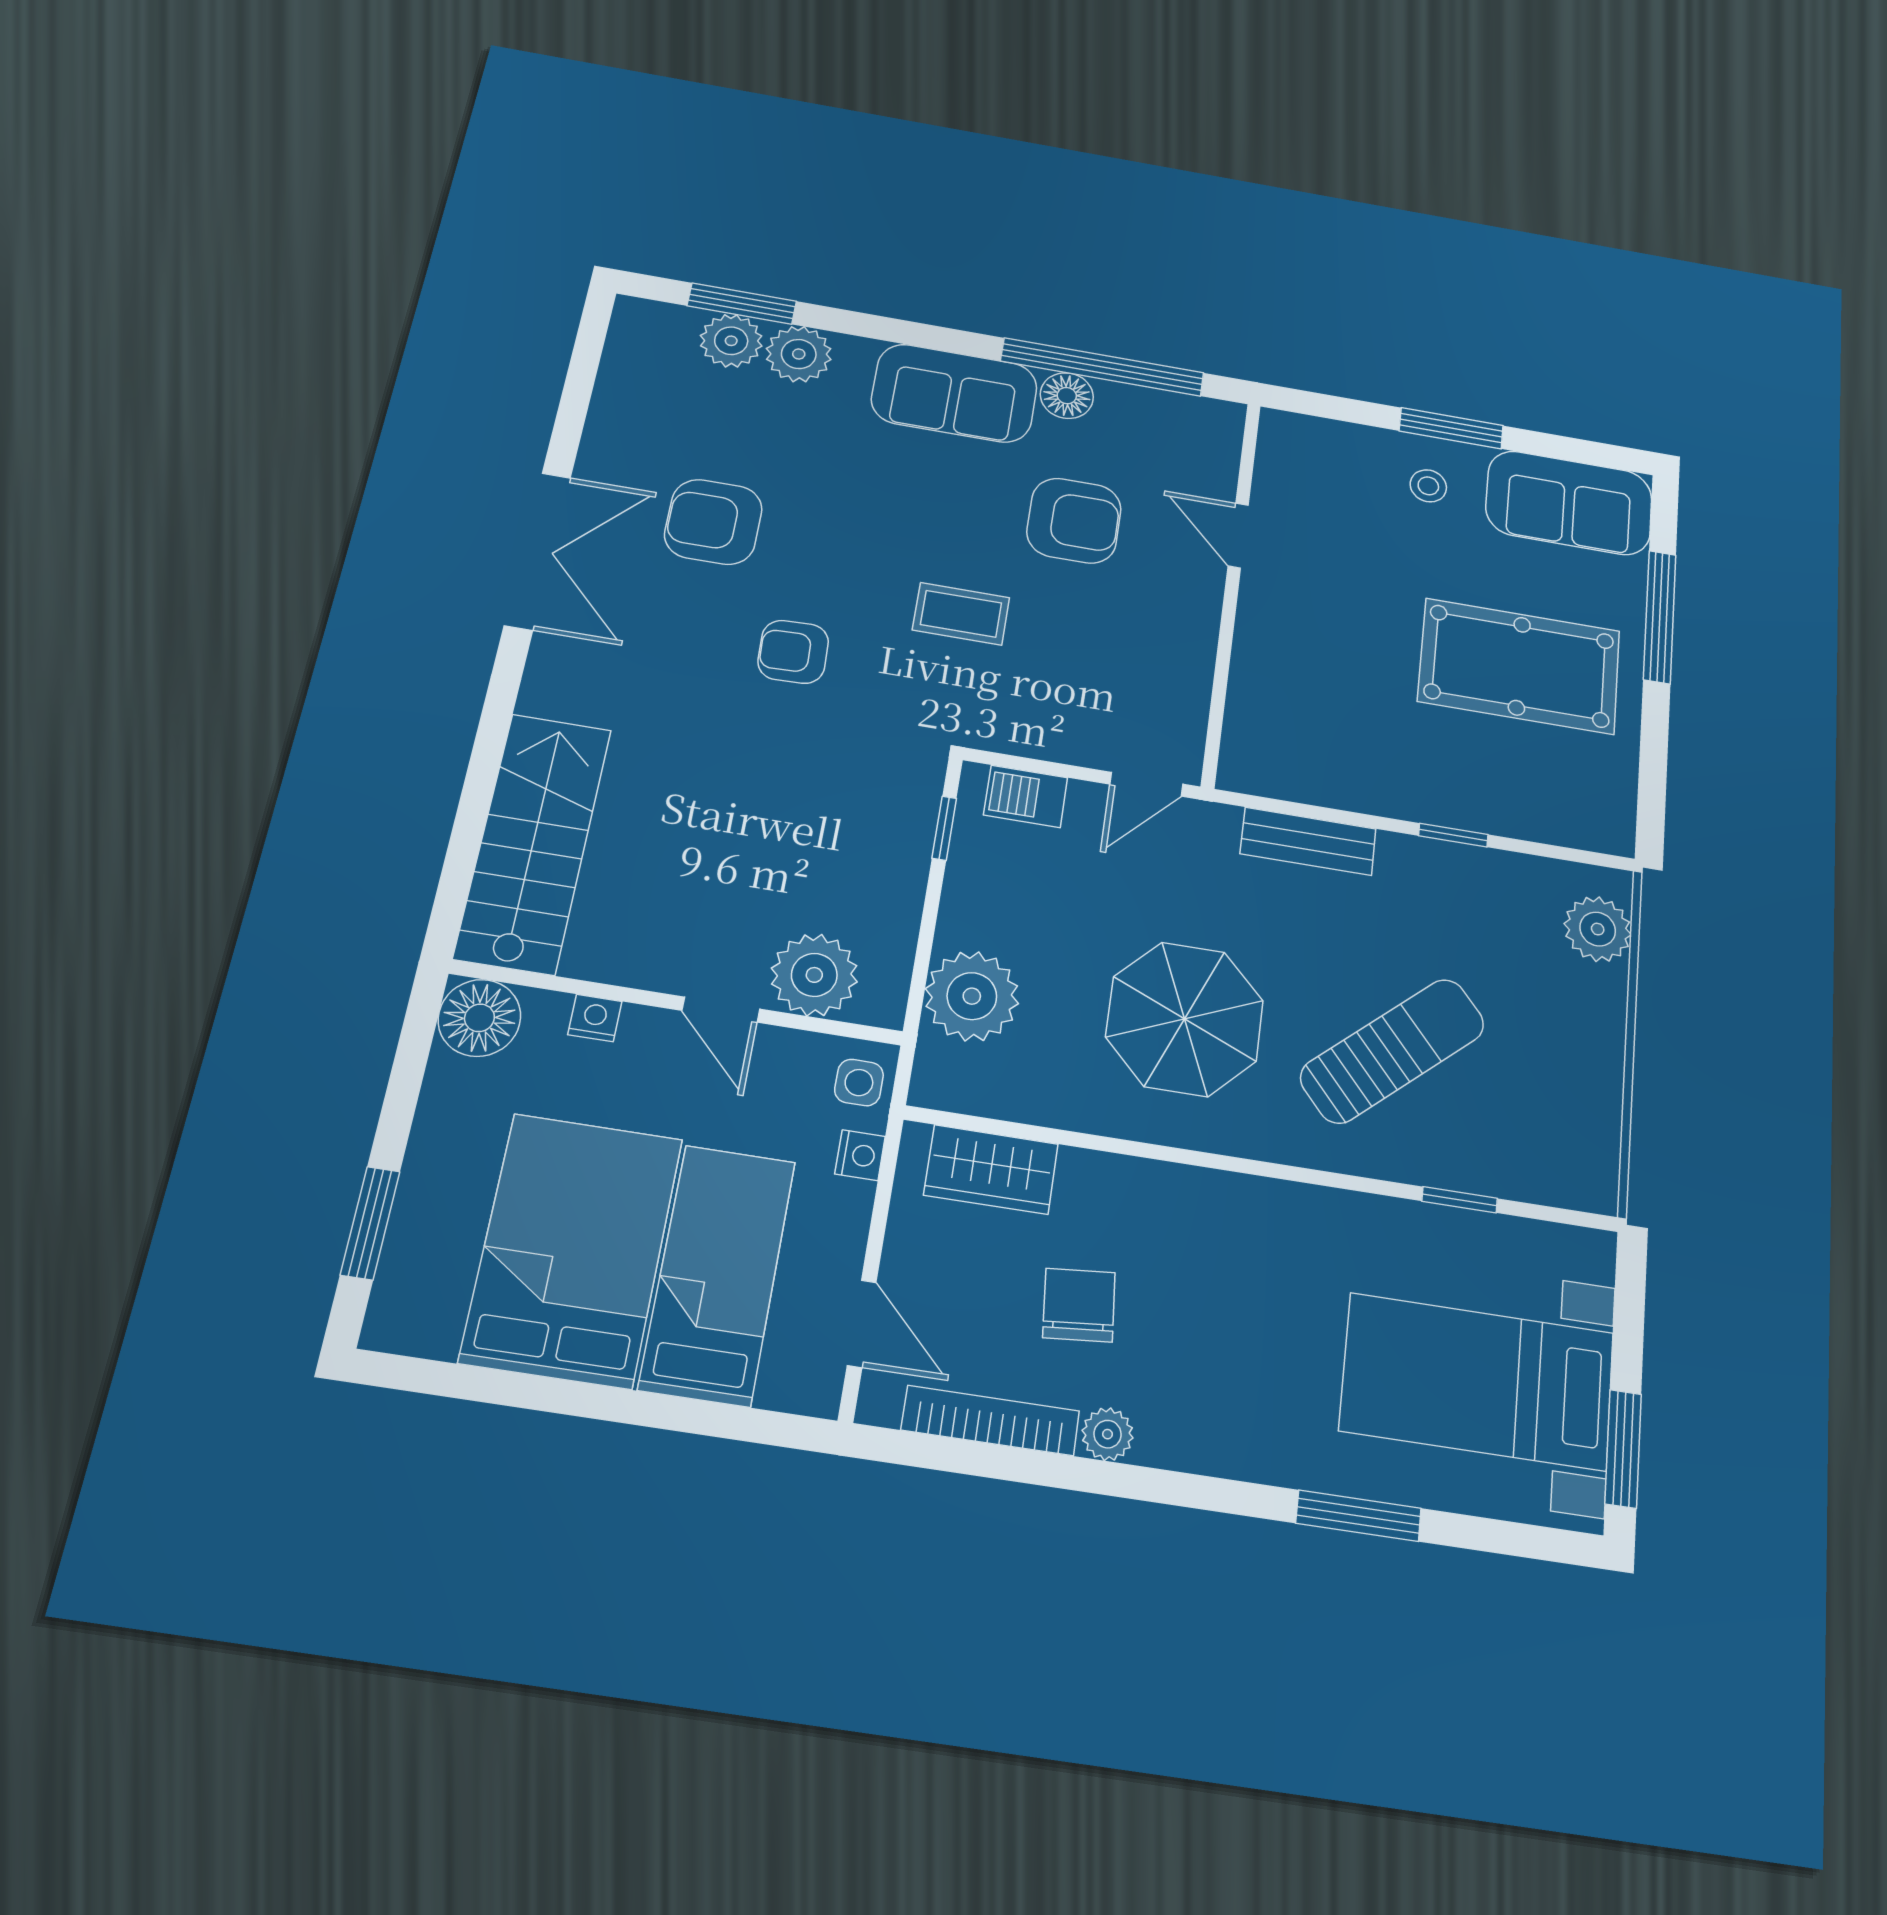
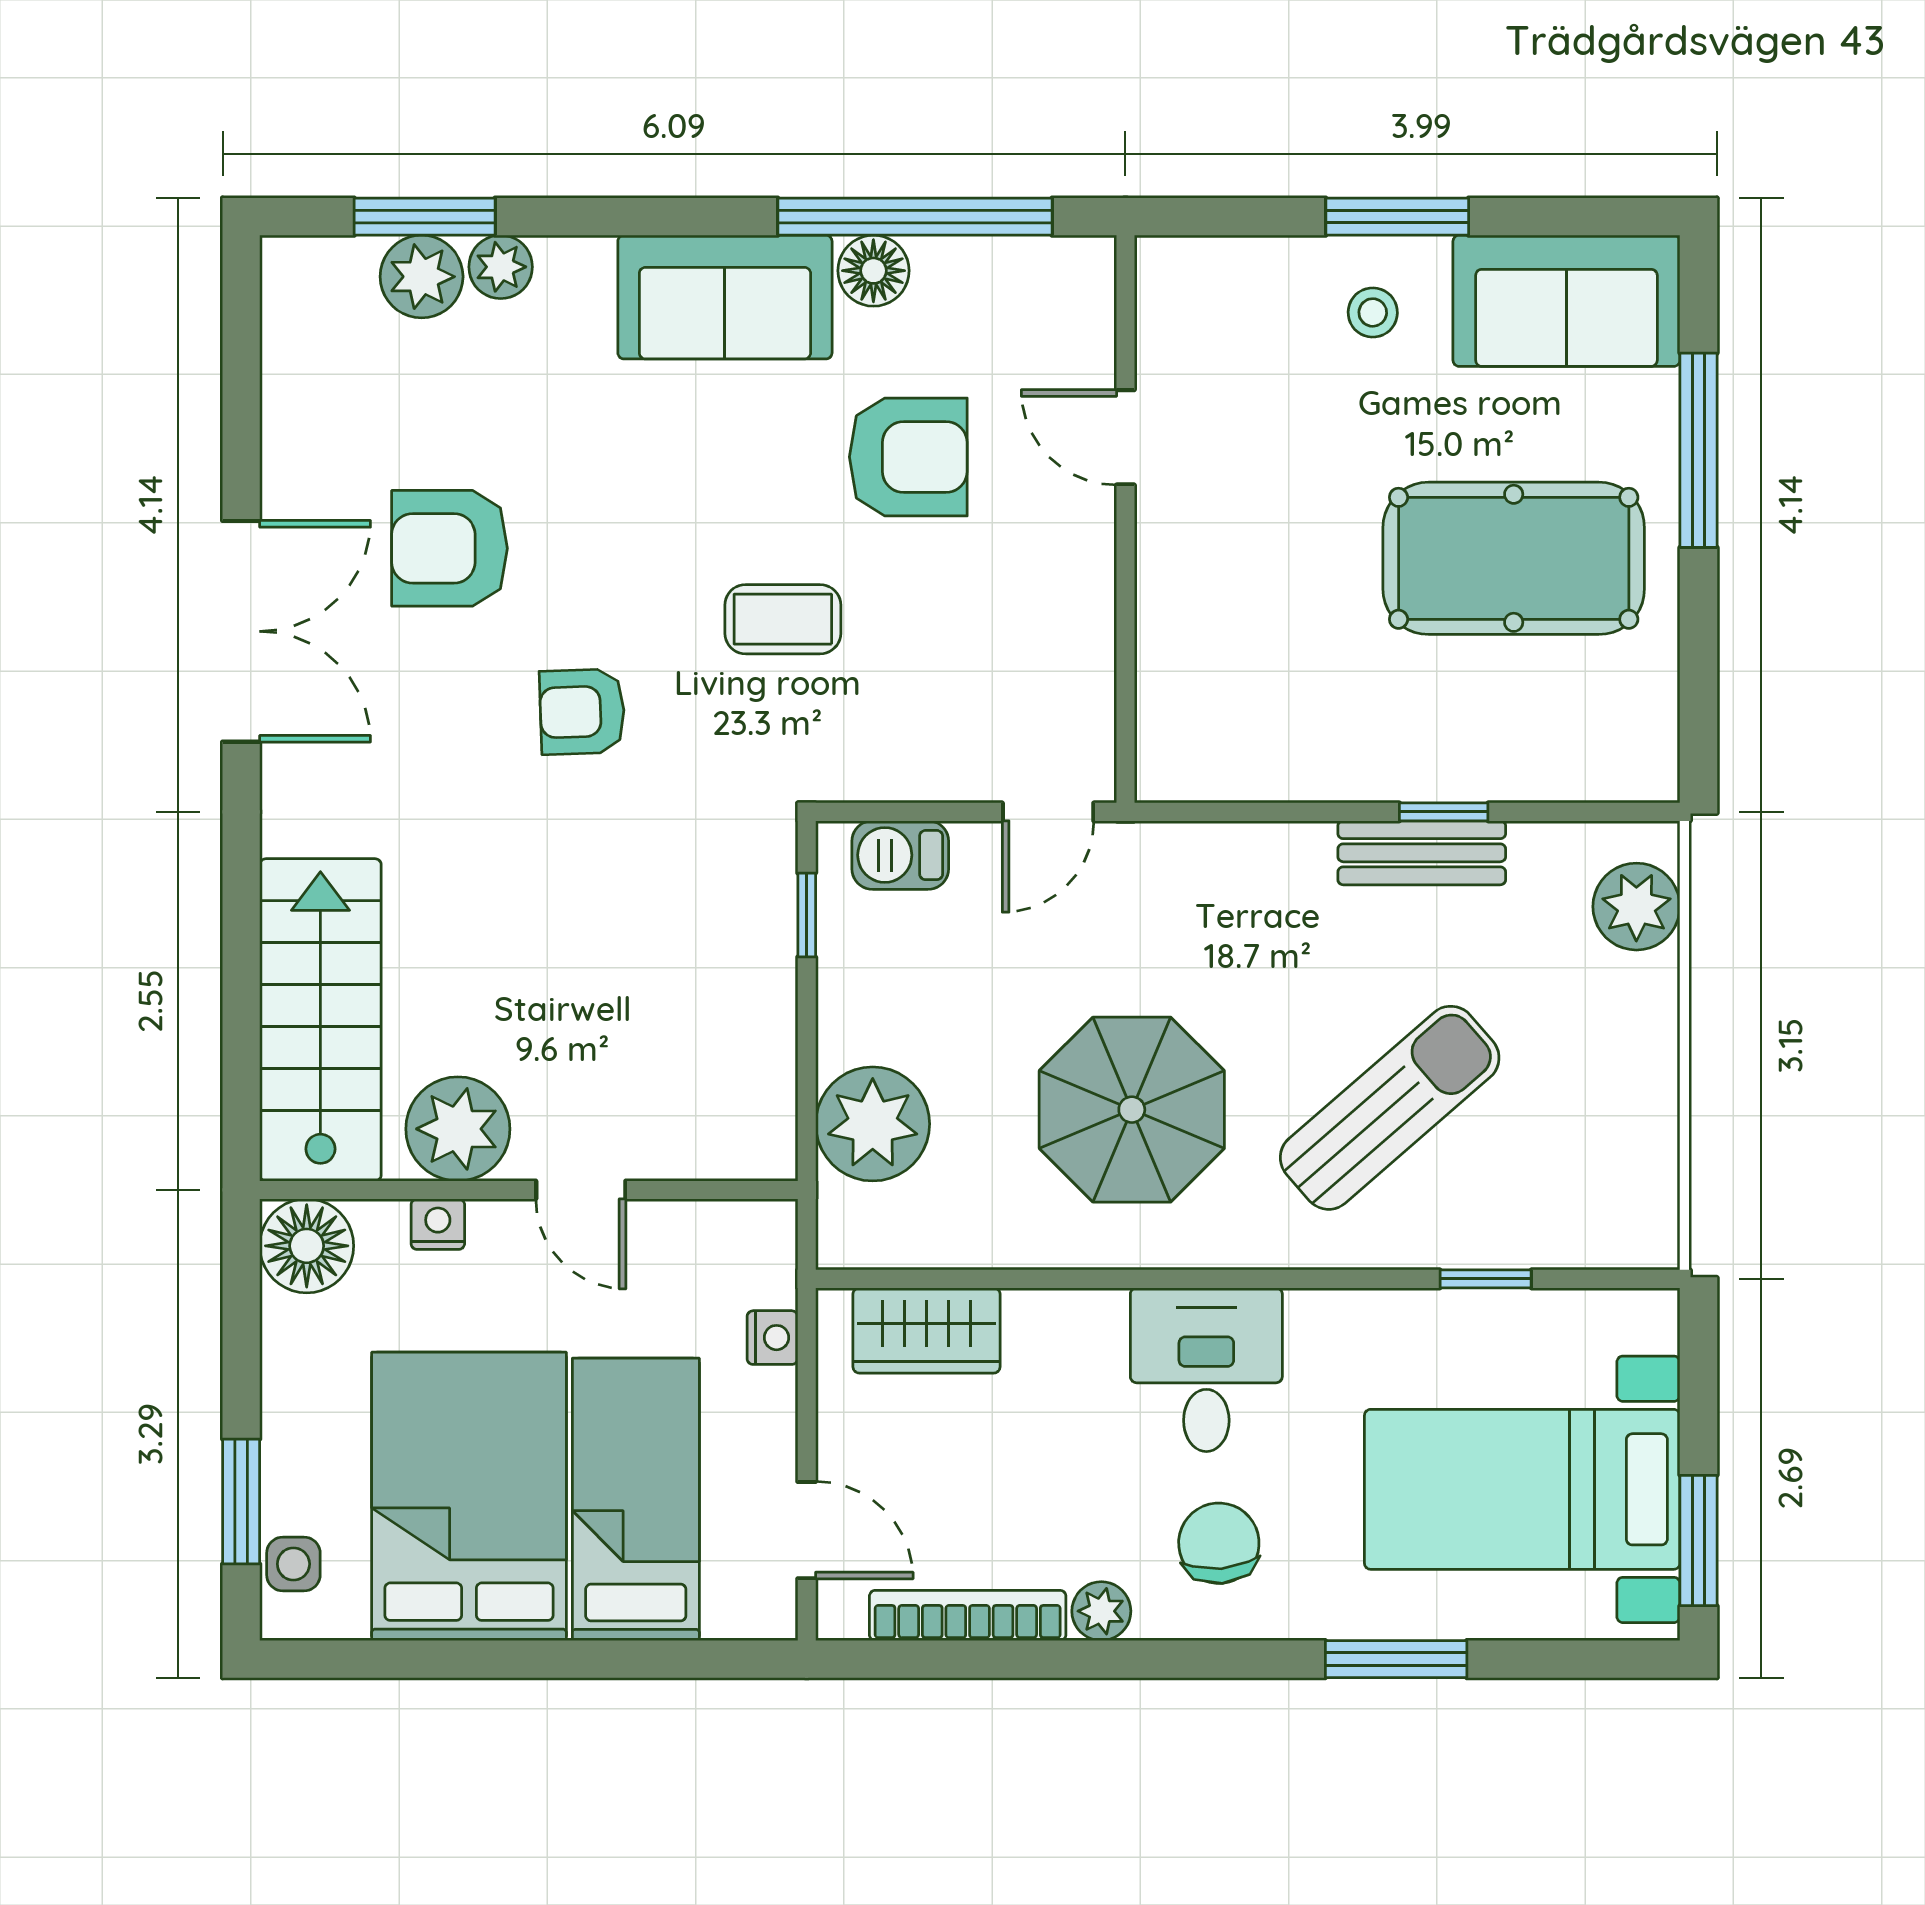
plant: (799, 354) -> (501, 267), width x0.73, depth x0.73
bench: (1308, 841) -> (1422, 853), moved
plant: (814, 975) -> (458, 1129), moved
side table: (859, 1083) -> (293, 1564), moved
desk: (1222, 1239) -> (1206, 1370), added
chair: (1079, 1305) -> (1219, 1543), moved

